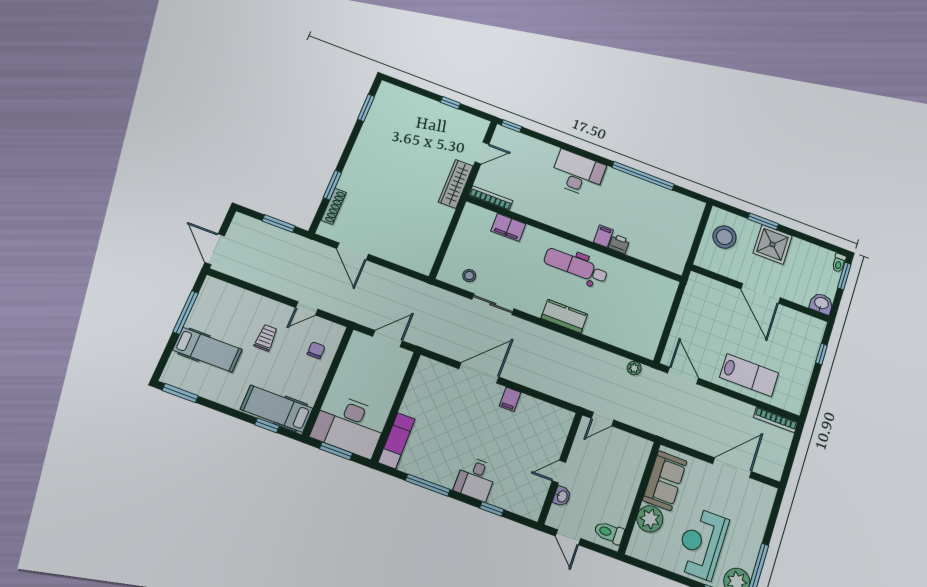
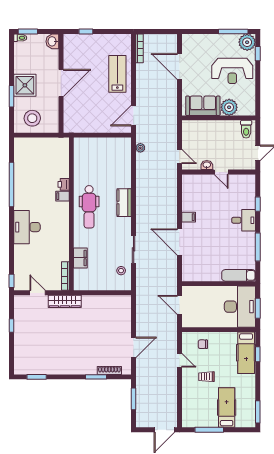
washbasin: (562, 496) -> (207, 165), moved

